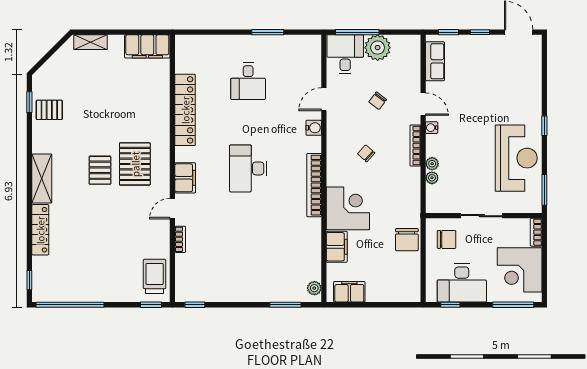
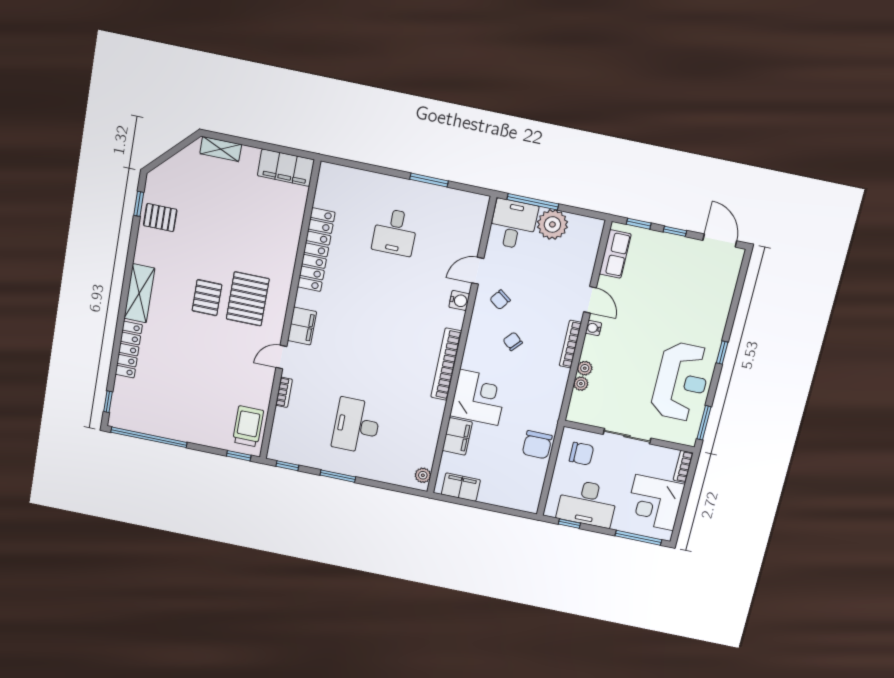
chair: (378, 101) -> (500, 300), moved
desk: (248, 168) -> (356, 426), moved
window: (285, 305) -> (338, 476), moved

